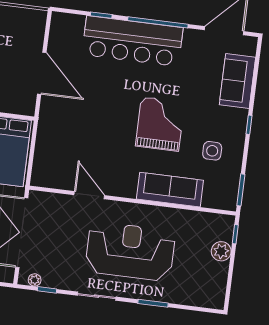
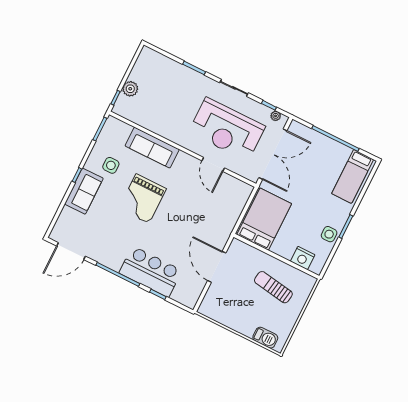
bar counter: (132, 41) -> (150, 272), width x0.73
sofa: (237, 81) -> (84, 191), moved
reception desk: (130, 251) -> (227, 129), moved

